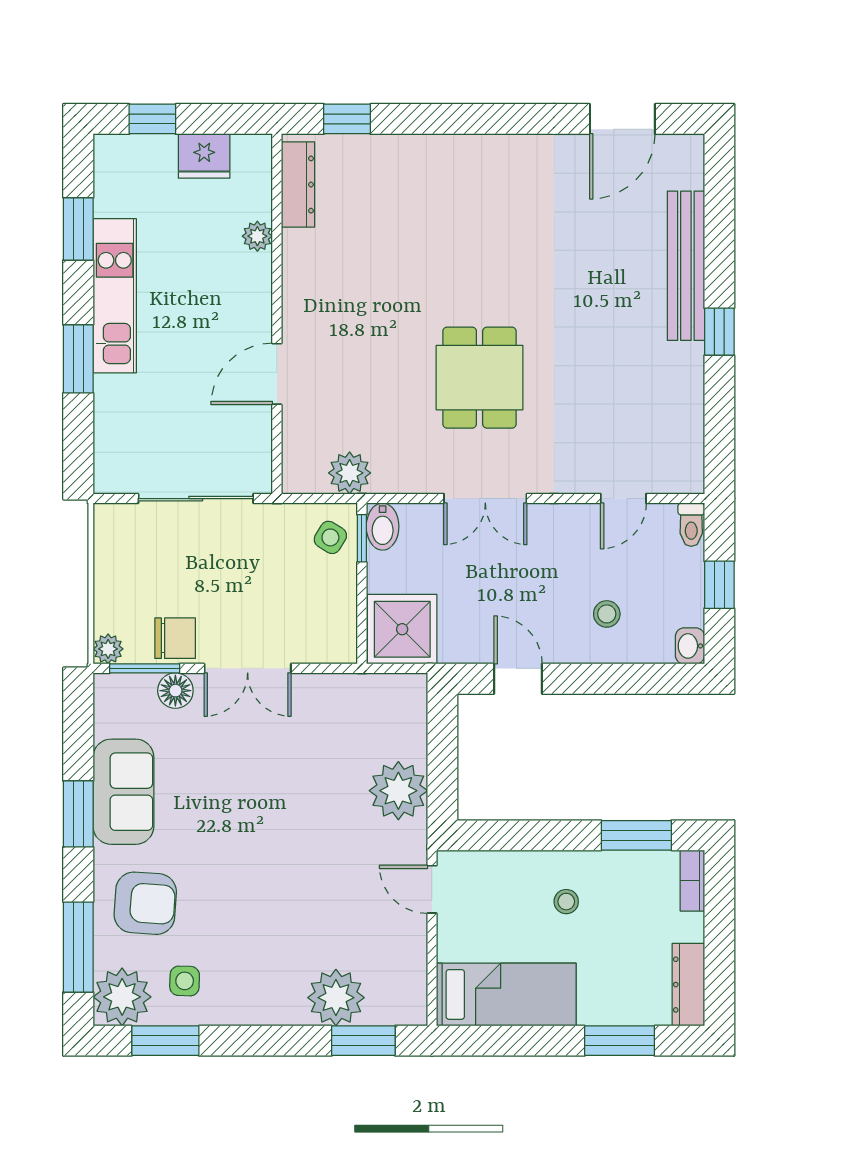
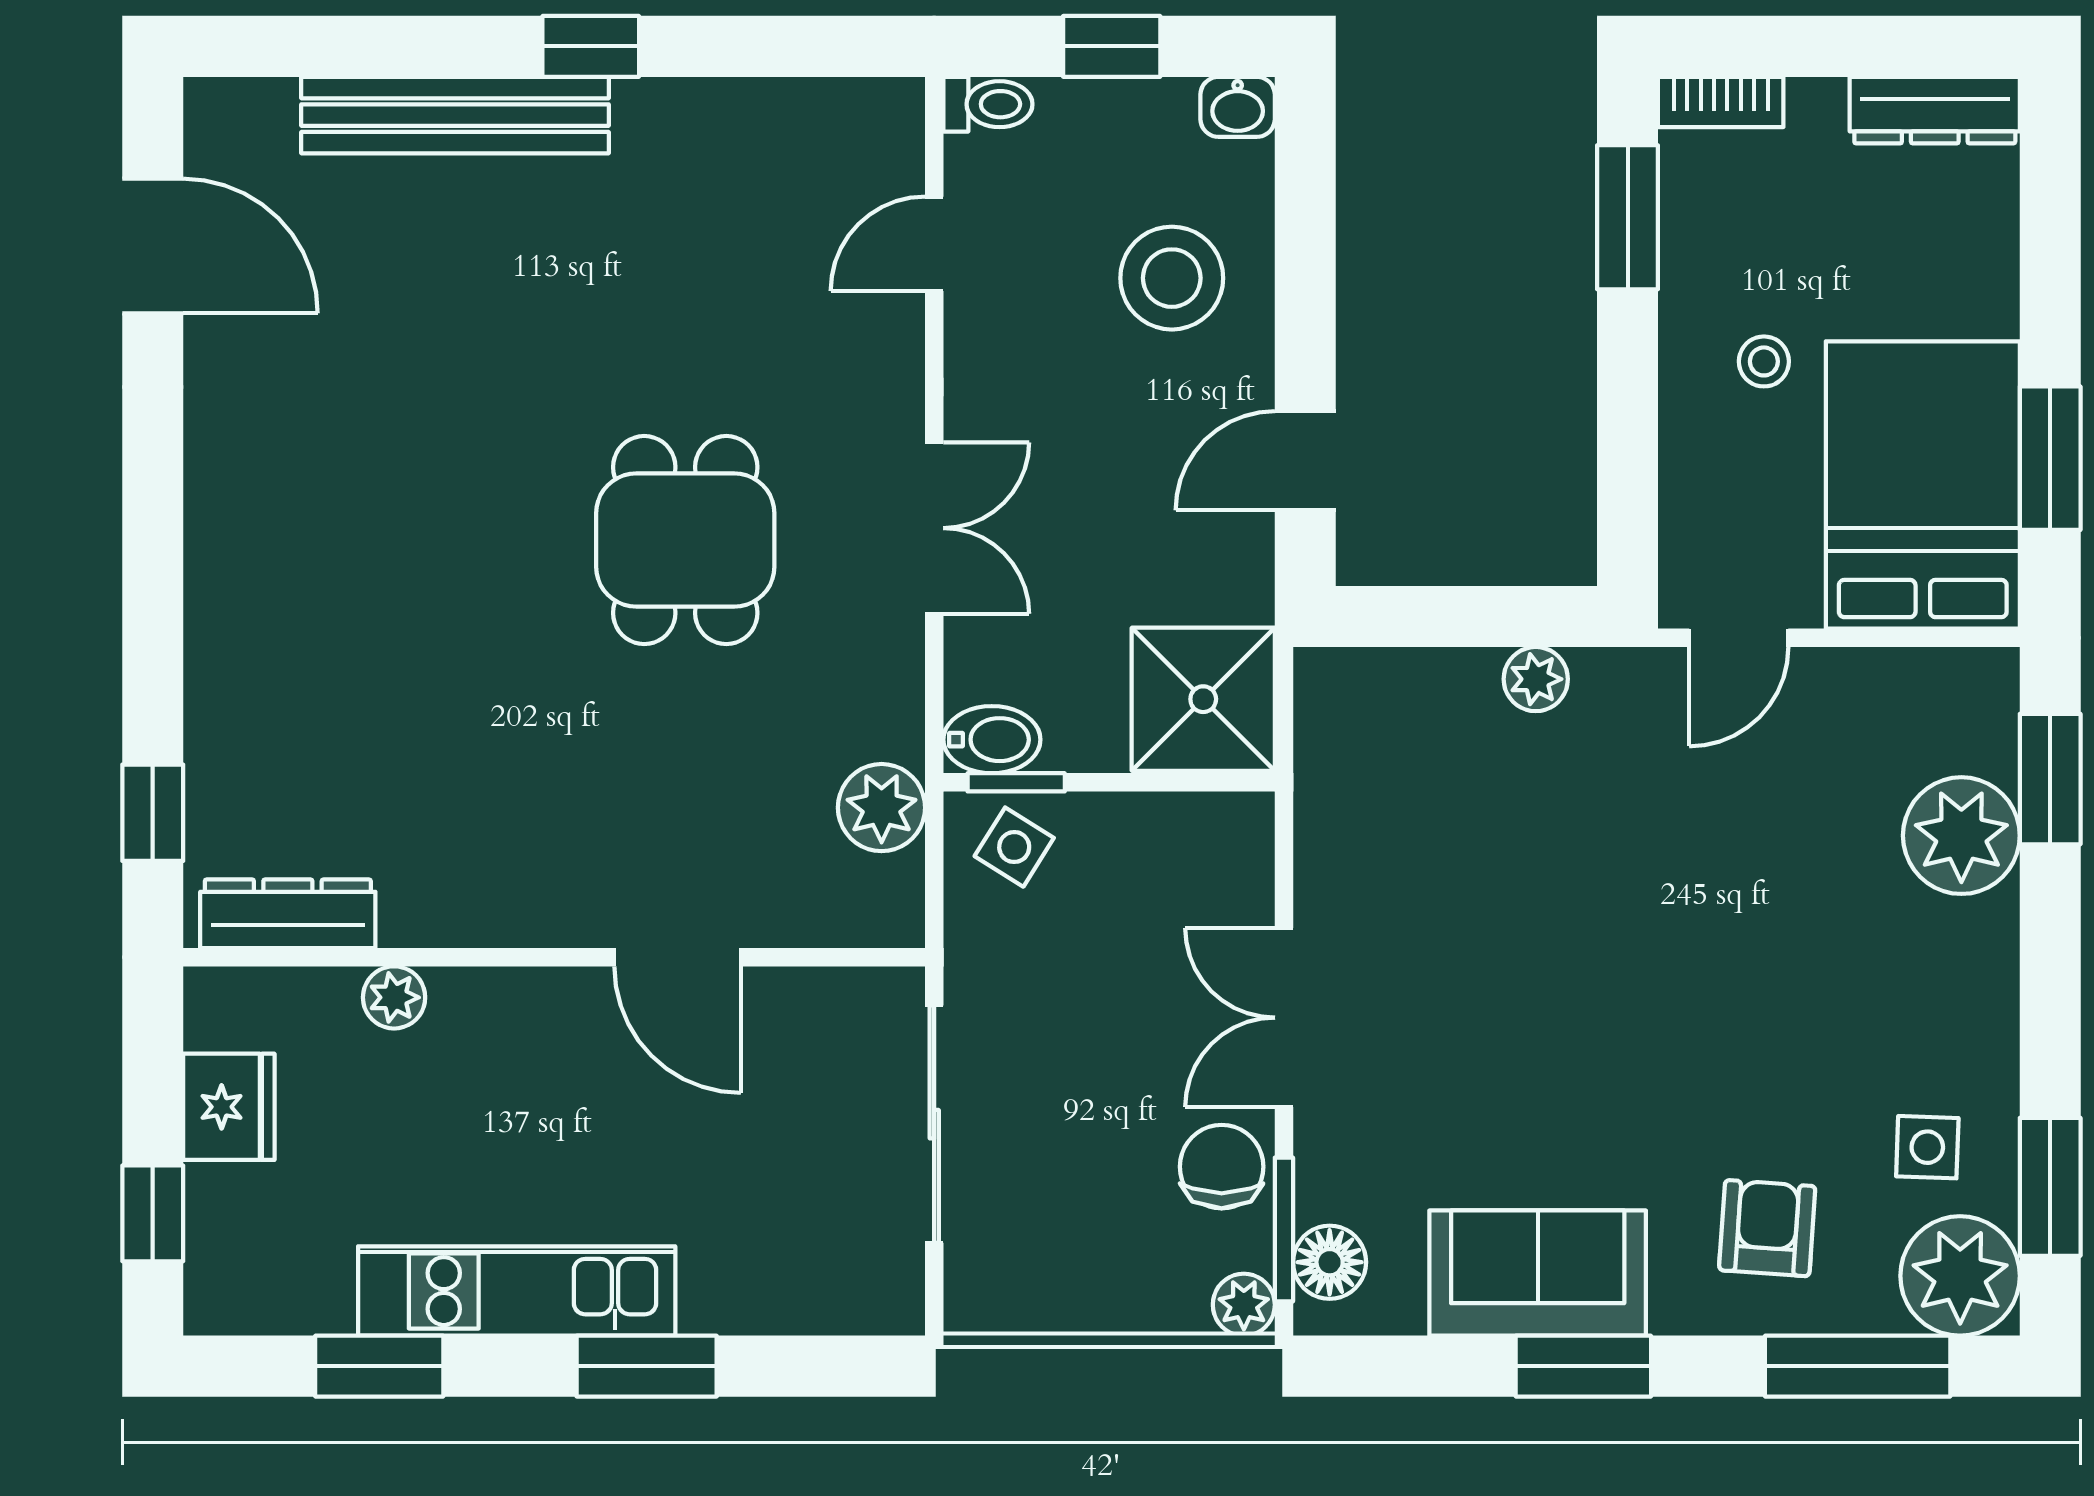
dining table: (480, 378) -> (685, 540), turned 90
door: (623, 499) -> (934, 244), swing flipped
stool: (607, 614) -> (1172, 278), width x1.89, depth x1.89
double door: (248, 668) -> (1284, 1018), swing flipped
floor lamp: (175, 691) -> (1330, 1262), moved
plant: (398, 791) -> (1536, 679), width x0.53, depth x0.53
armchair: (145, 903) -> (1767, 1228), width x0.72, depth x0.72
bed: (506, 994) -> (1923, 485), width x1.50
window: (620, 1041) -> (2050, 458), moved

